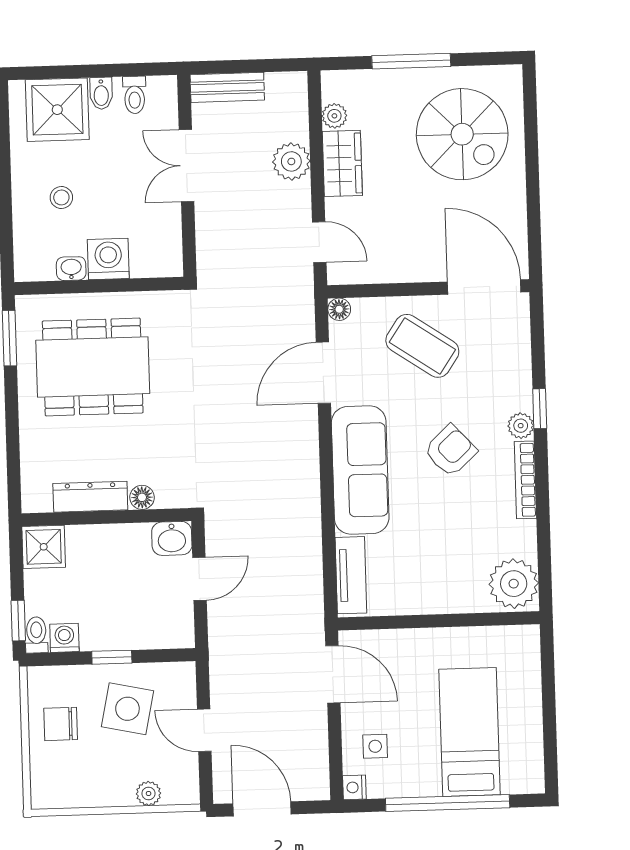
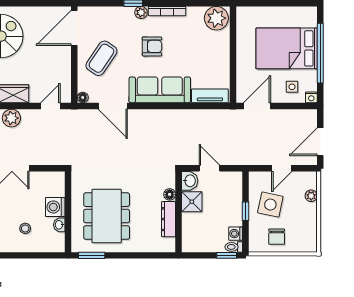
armchair: (450, 451) -> (152, 46), turned 133
shower: (44, 547) -> (192, 202), moved
bed: (469, 732) -> (287, 48), width x1.50

